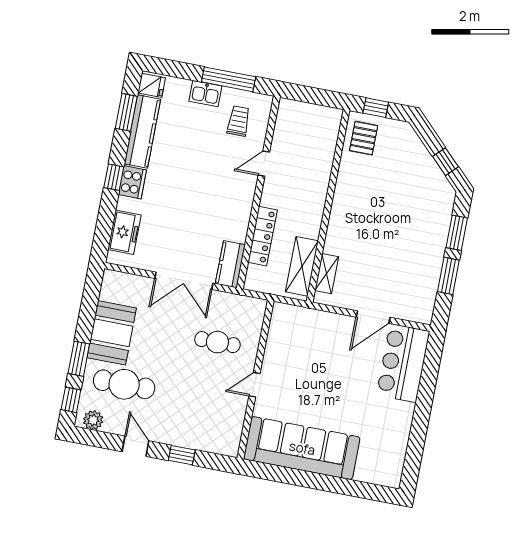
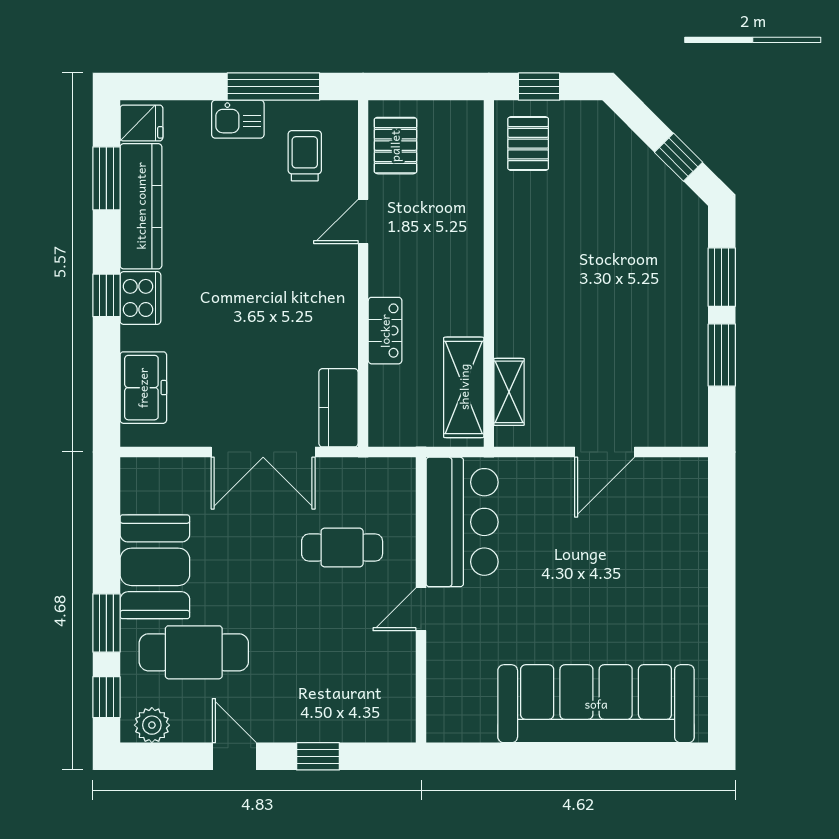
pallet: (290, 125) -> (395, 146), added
locker: (263, 236) -> (385, 331), width x0.66
bar counter: (403, 363) -> (462, 522), moved, turned 180
sofa: (302, 448) -> (596, 704), moved

